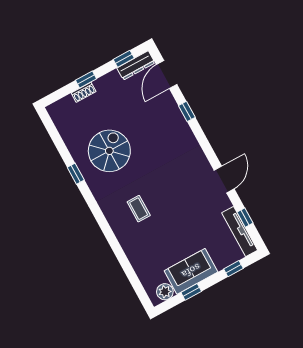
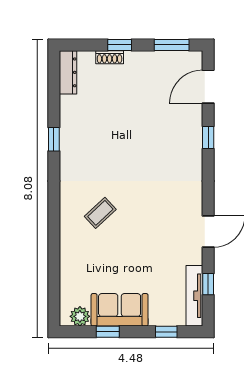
window: (124, 59) -> (172, 45), width x1.50
dresser: (136, 65) -> (68, 72), moved, turned -90
spiral stairs: (109, 151) -> (103, 134), removed
coffee table: (139, 209) -> (100, 213), turned 47

